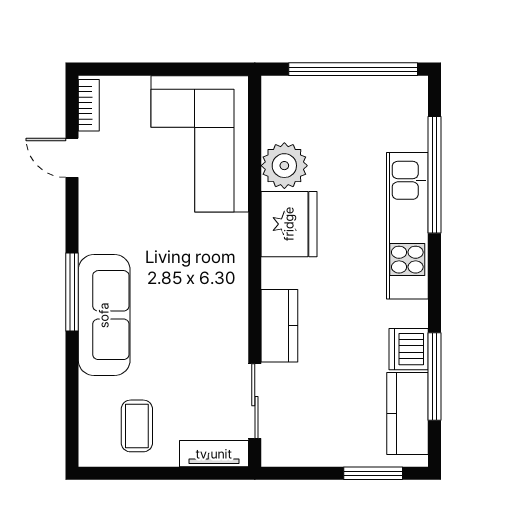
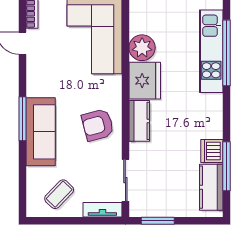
kitchen unit: (407, 226) -> (211, 51), moved
armchair: (206, 303) -> (98, 125), added
kitchen counter: (279, 326) -> (139, 121), moved
coffee table: (137, 426) -> (59, 194), turned 44
window: (373, 473) -> (158, 221), moved

